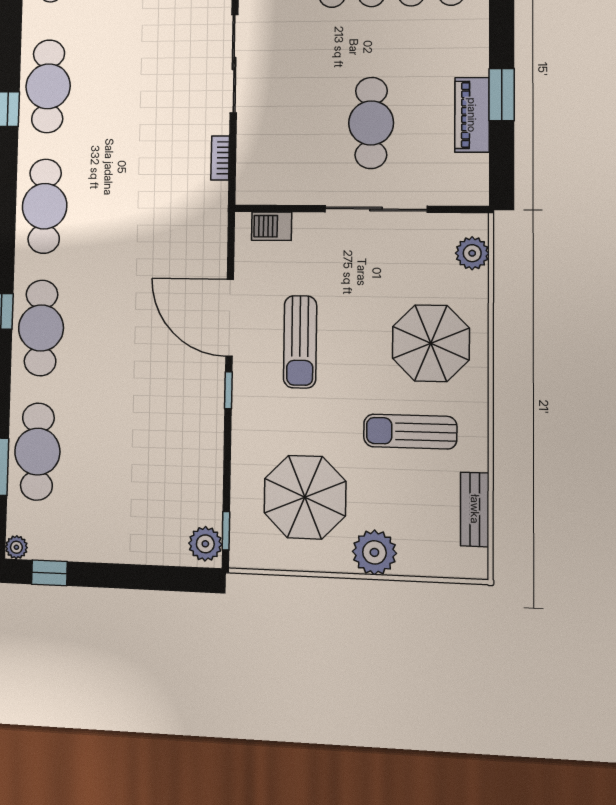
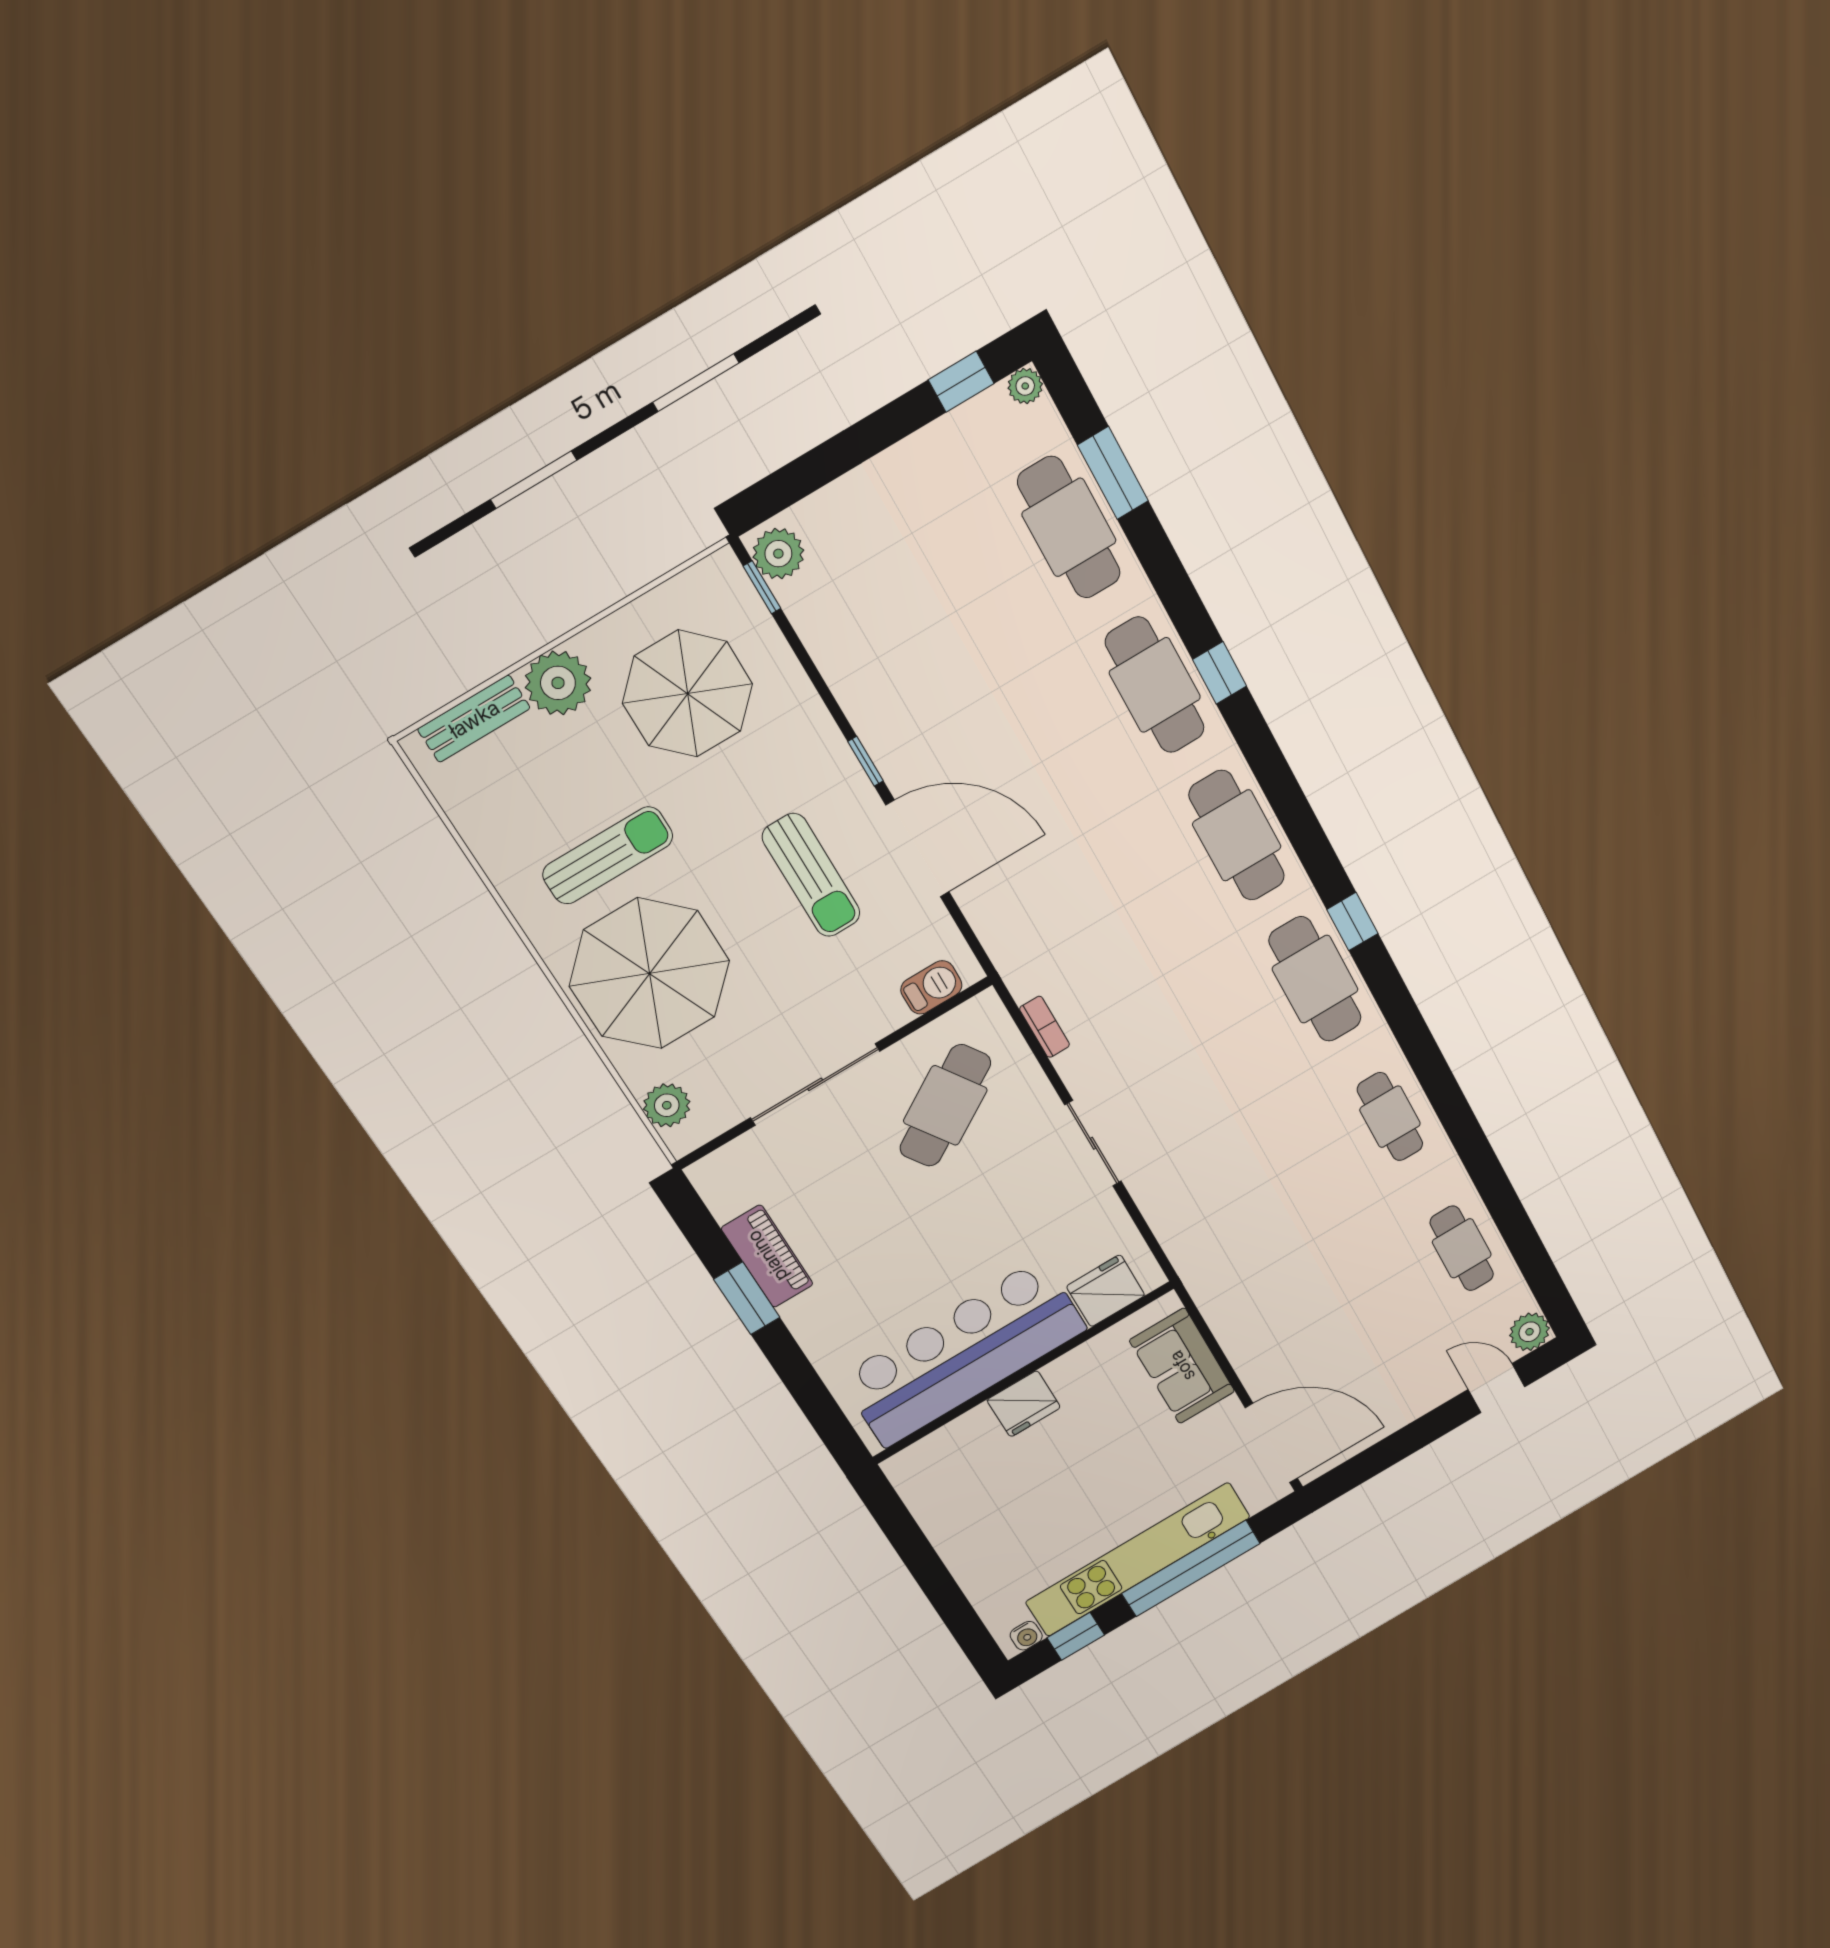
sliding door: (234, 63) -> (1093, 1143), width x0.73
cafe table: (371, 123) -> (945, 1105), moved, turned 57
sun lounger: (300, 342) -> (811, 875), turned 180
parasol: (431, 343) -> (650, 973), width x1.36, depth x1.36
bench: (475, 509) -> (474, 719), moved, turned 90

